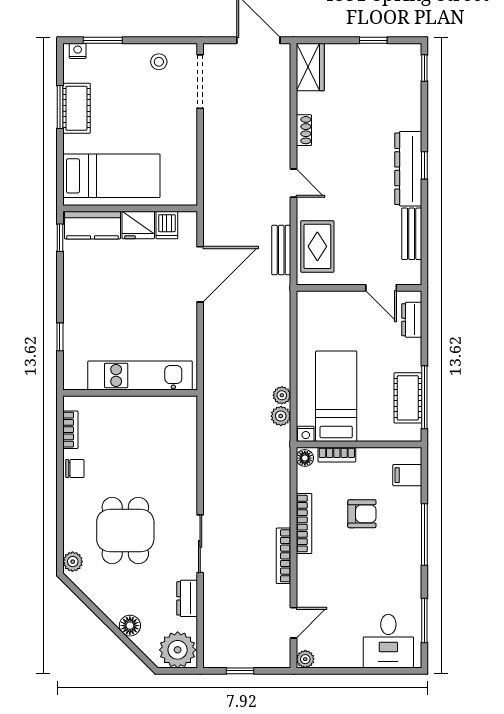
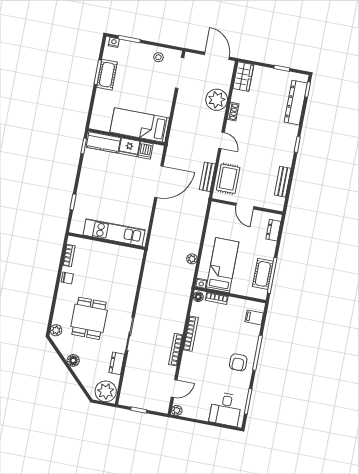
dresser: (408, 169) -> (296, 103), moved
bed: (111, 176) -> (140, 125), moved, turned 180
door: (381, 288) -> (245, 206), moved
plant: (281, 416) -> (217, 100), moved, width x1.88, depth x1.88
armchair: (362, 514) -> (238, 362), moved, turned 90
floor lamp: (130, 626) -> (73, 360), moved

